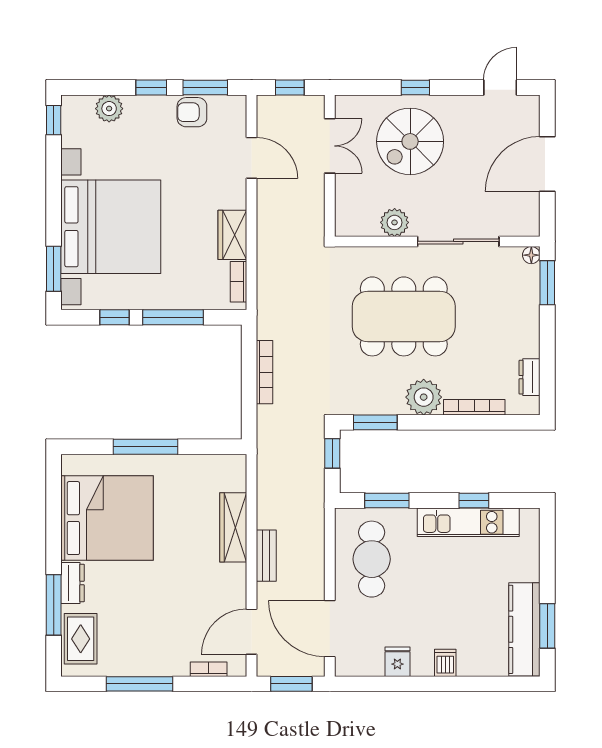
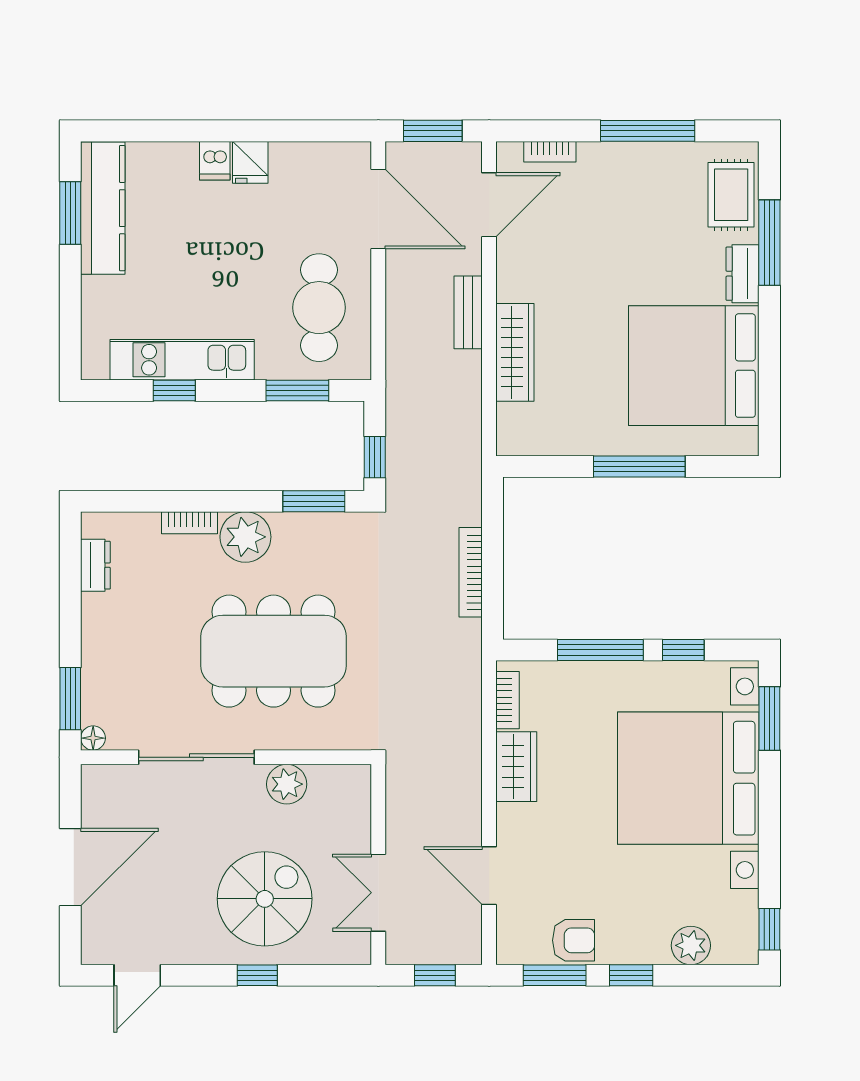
bookcase: (474, 407) -> (189, 523), width x0.64
fridge: (397, 662) -> (250, 162), moved

